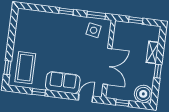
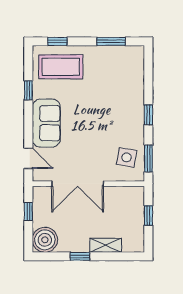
window: (12, 31) -> (111, 41), added

